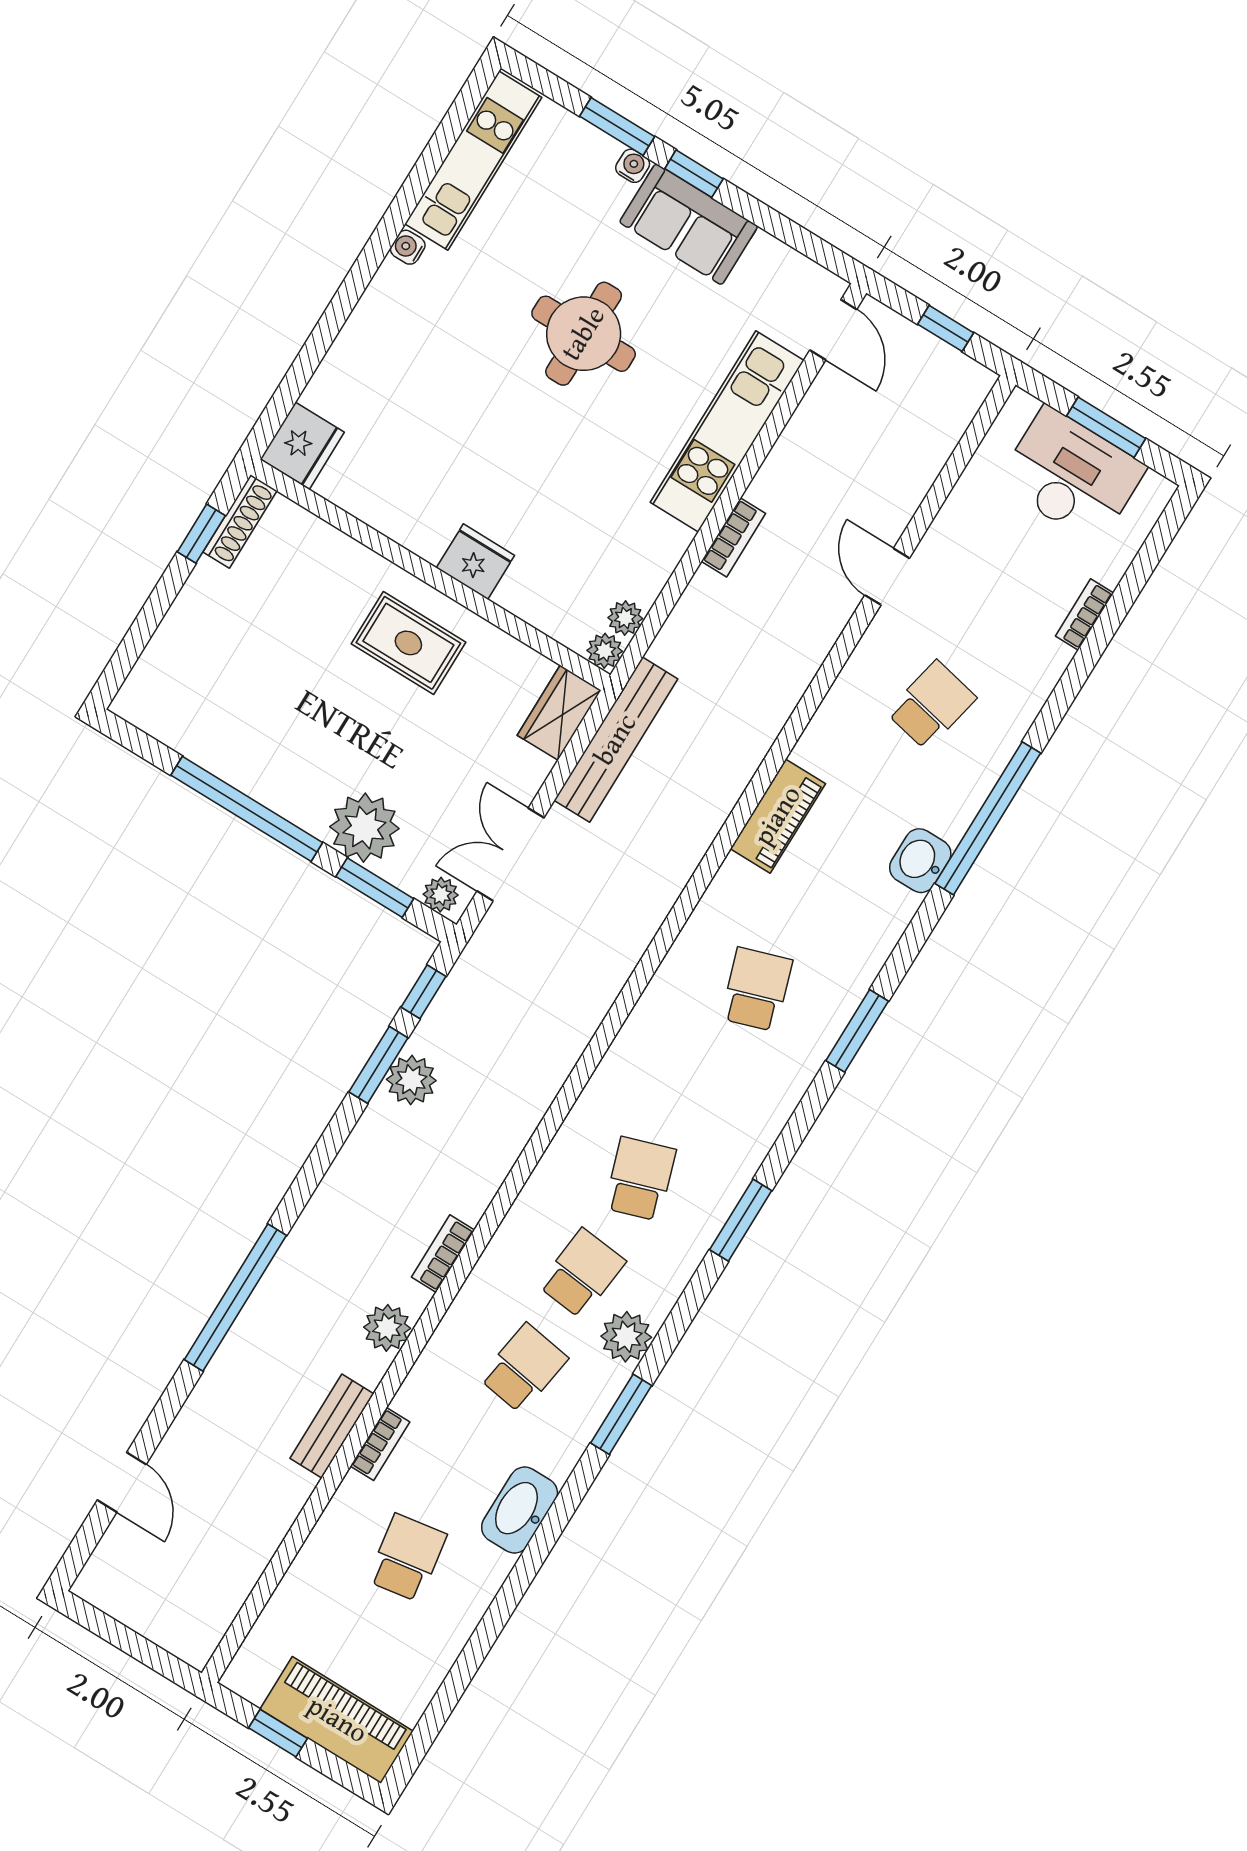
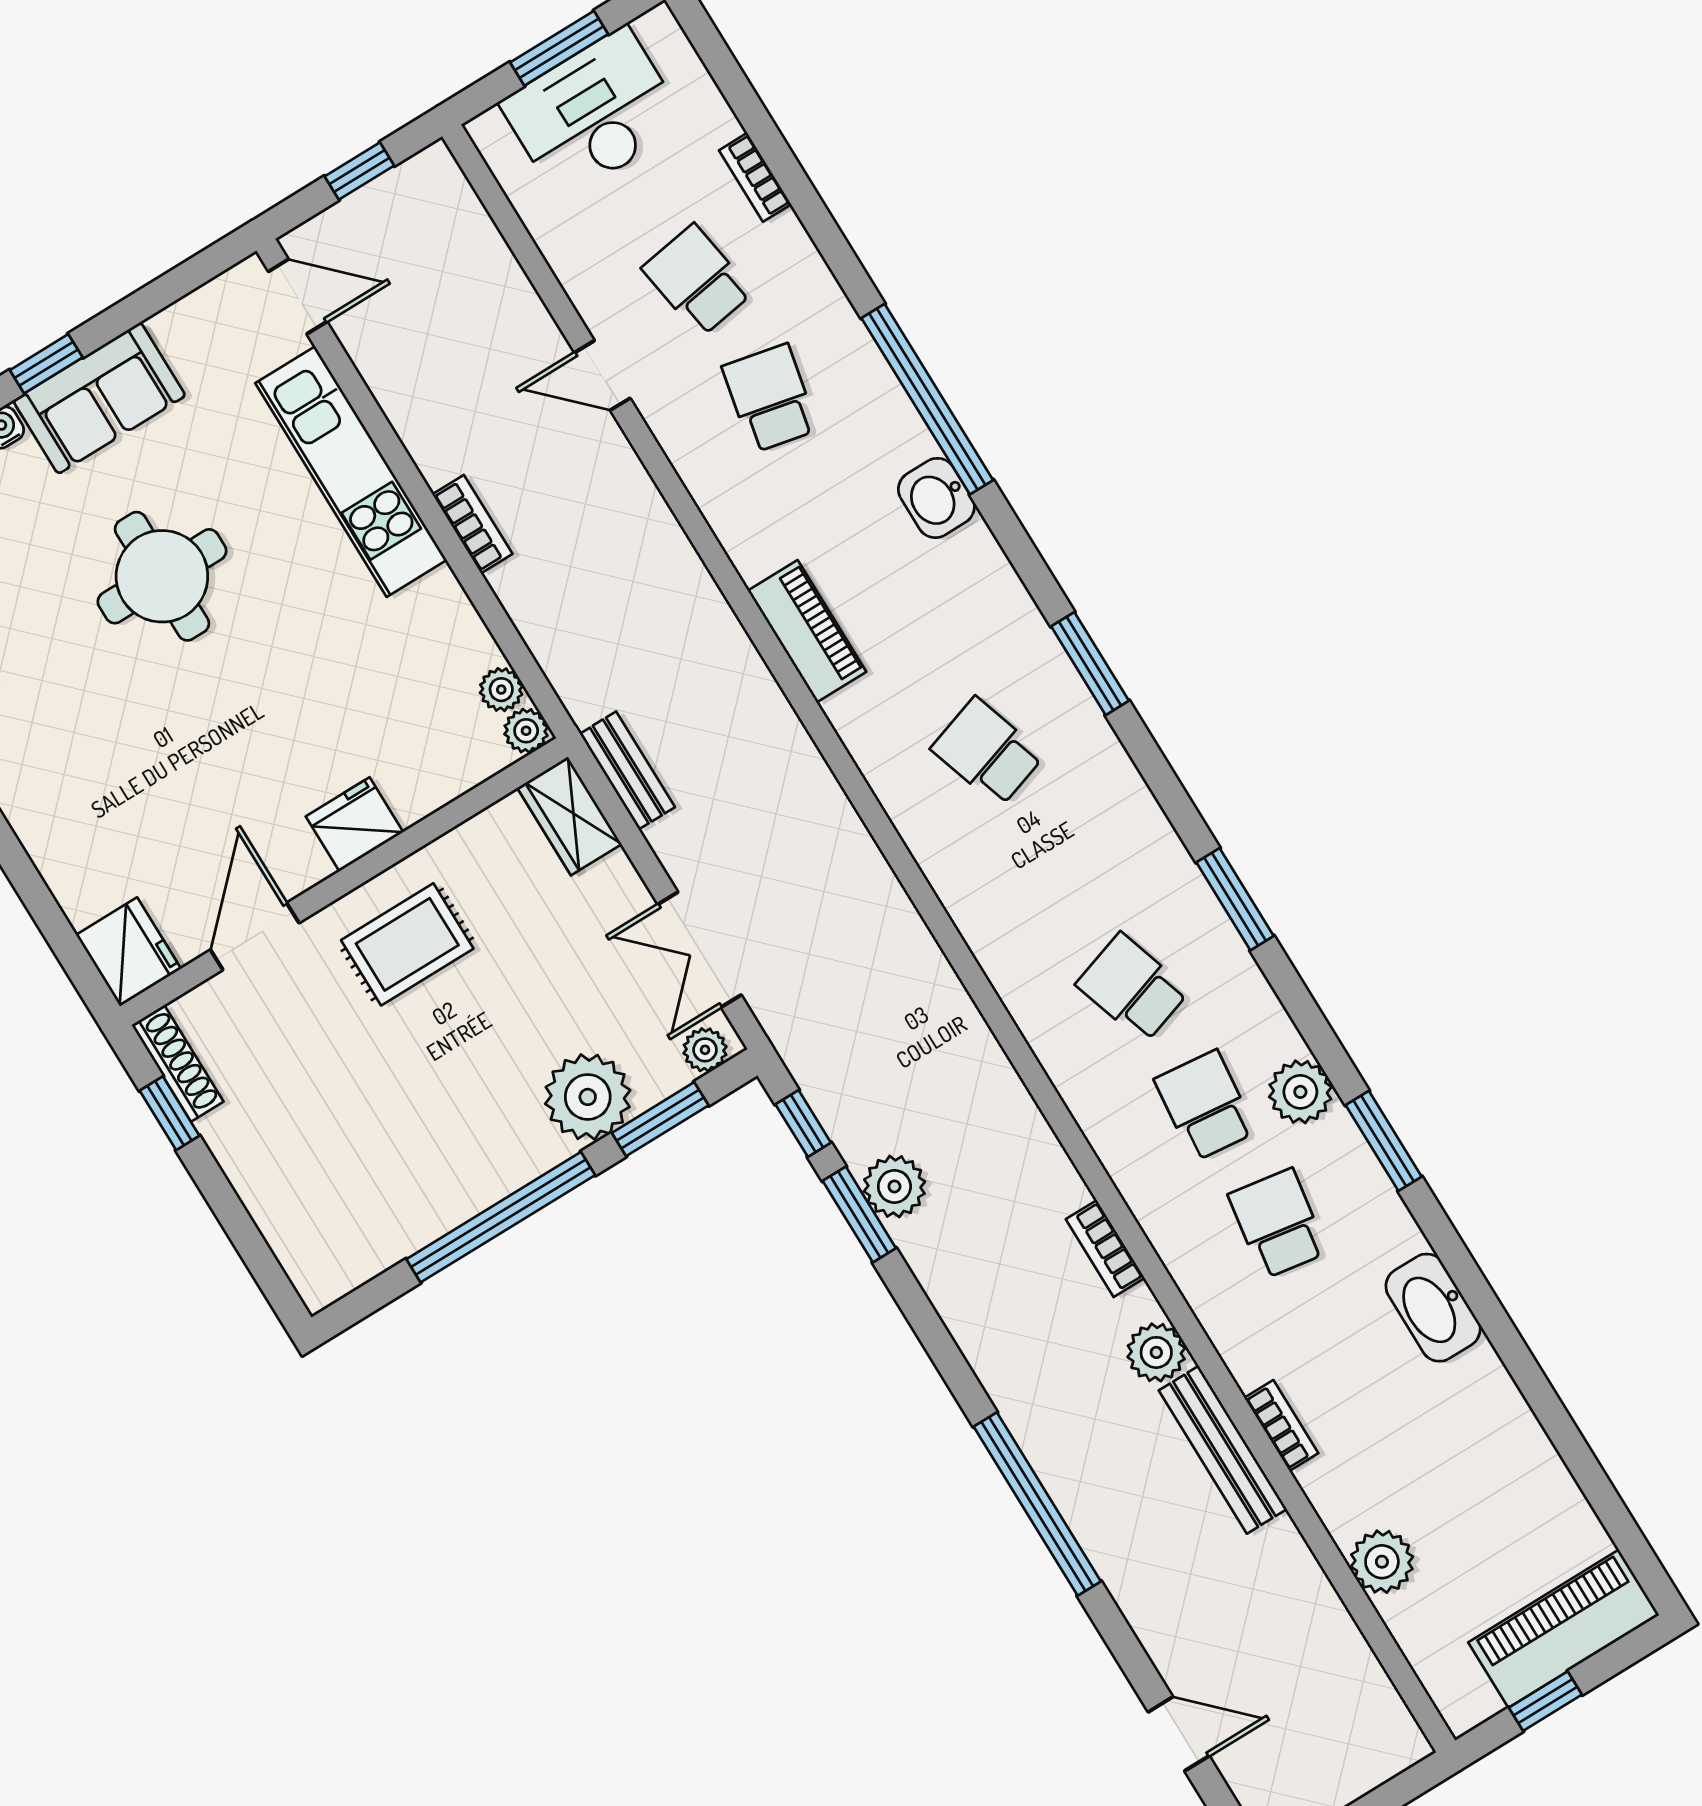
door: (359, 531) -> (255, 936), added
bench: (616, 740) -> (627, 771), width x0.54, depth x0.82
bench: (332, 1426) -> (1223, 1450), width x1.36
school desk: (407, 1558) -> (697, 280), moved
plant: (319, 1565) -> (1382, 1562), added

